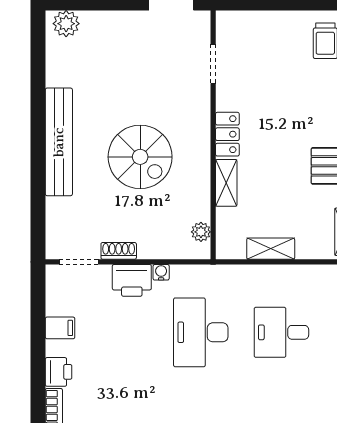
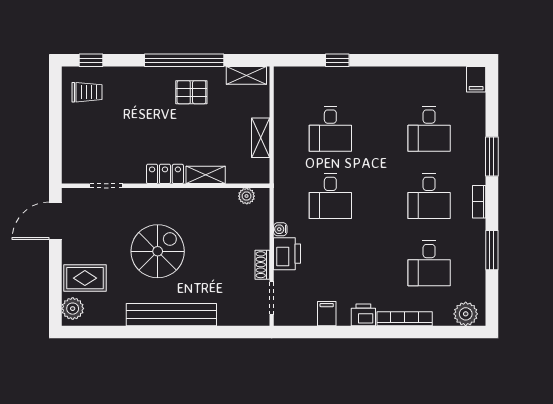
rug: (103, 38) -> (85, 278), added
spiral stairs: (140, 157) -> (158, 251), moved
desk: (201, 332) -> (330, 196), width x0.73

